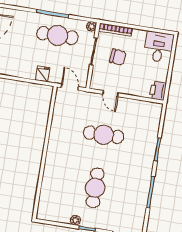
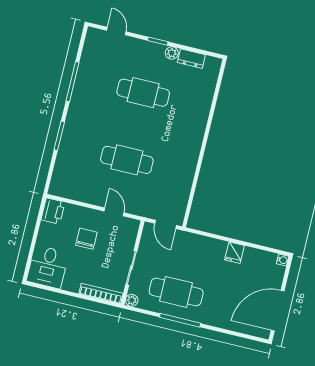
chair: (118, 57) -> (86, 239), moved, turned 85
fridge: (43, 74) -> (234, 253), moved
cafe table: (95, 188) -> (143, 93), turned 90
dresser: (60, 217) -> (191, 59), added

